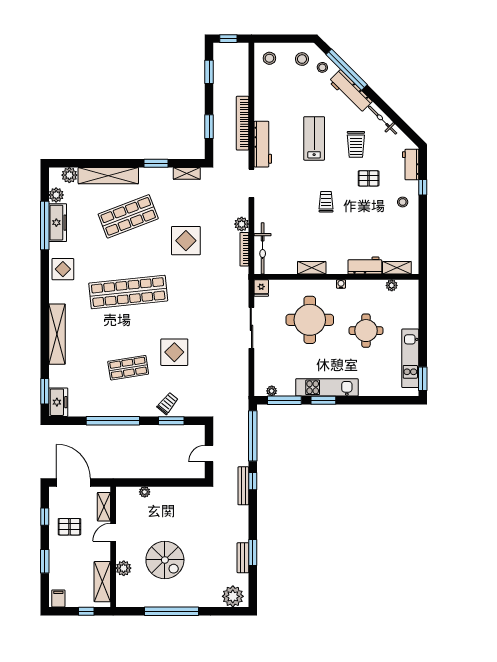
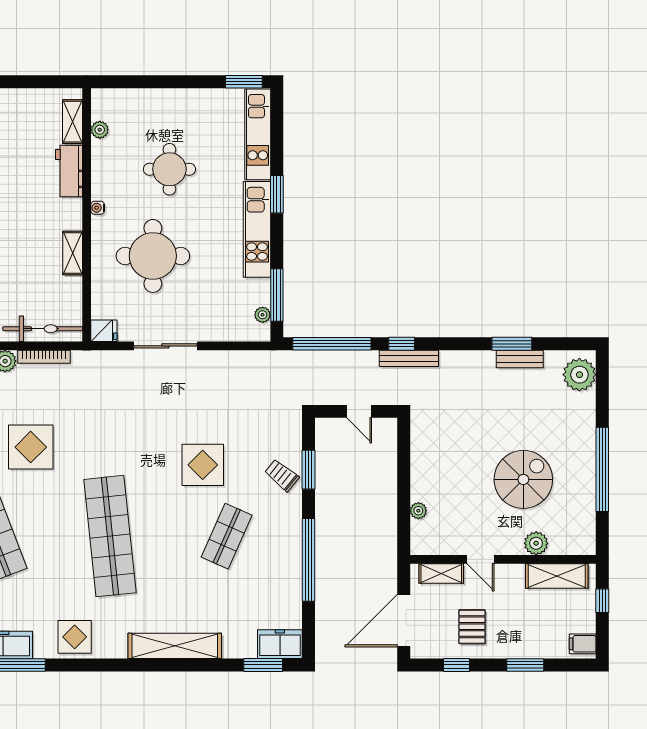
kitchen unit: (410, 358) -> (258, 134), moved, turned 90
shop shelf: (128, 368) -> (227, 536), turned 33
window: (323, 400) -> (277, 194), moved

